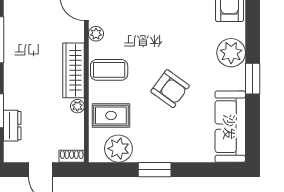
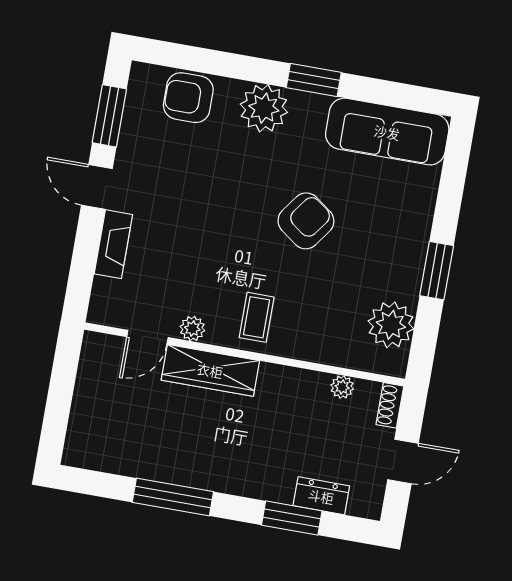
wardrobe: (74, 70) -> (210, 370), moved
coffee table: (109, 70) -> (257, 317), width x0.73, depth x0.77
plant: (77, 106) -> (342, 387), moved
rug: (111, 116) -> (333, 328), removed

